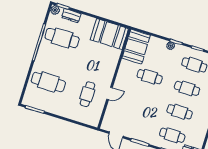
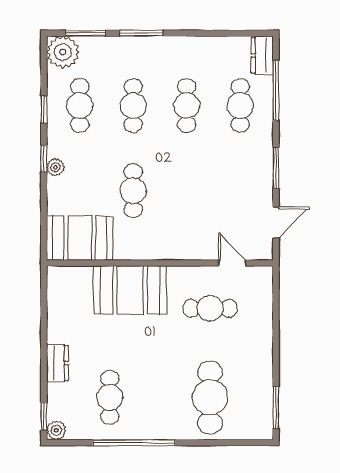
dresser: (71, 16) -> (57, 363), moved
booth: (109, 34) -> (130, 290), moved, turned 90
cafe table: (62, 38) -> (110, 397), width x0.73, depth x0.74
door: (109, 93) -> (232, 263), moved

